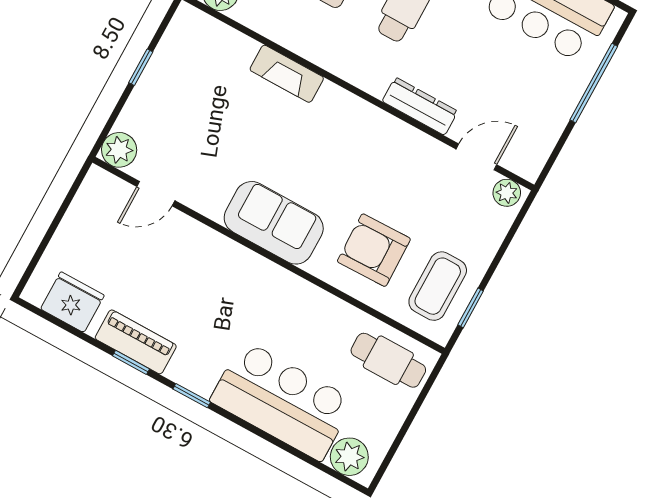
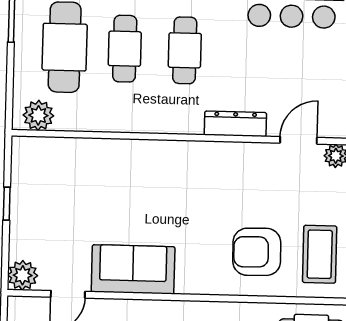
fireplace: (287, 74) -> (121, 151), removed
sofa: (274, 223) -> (133, 269), moved

